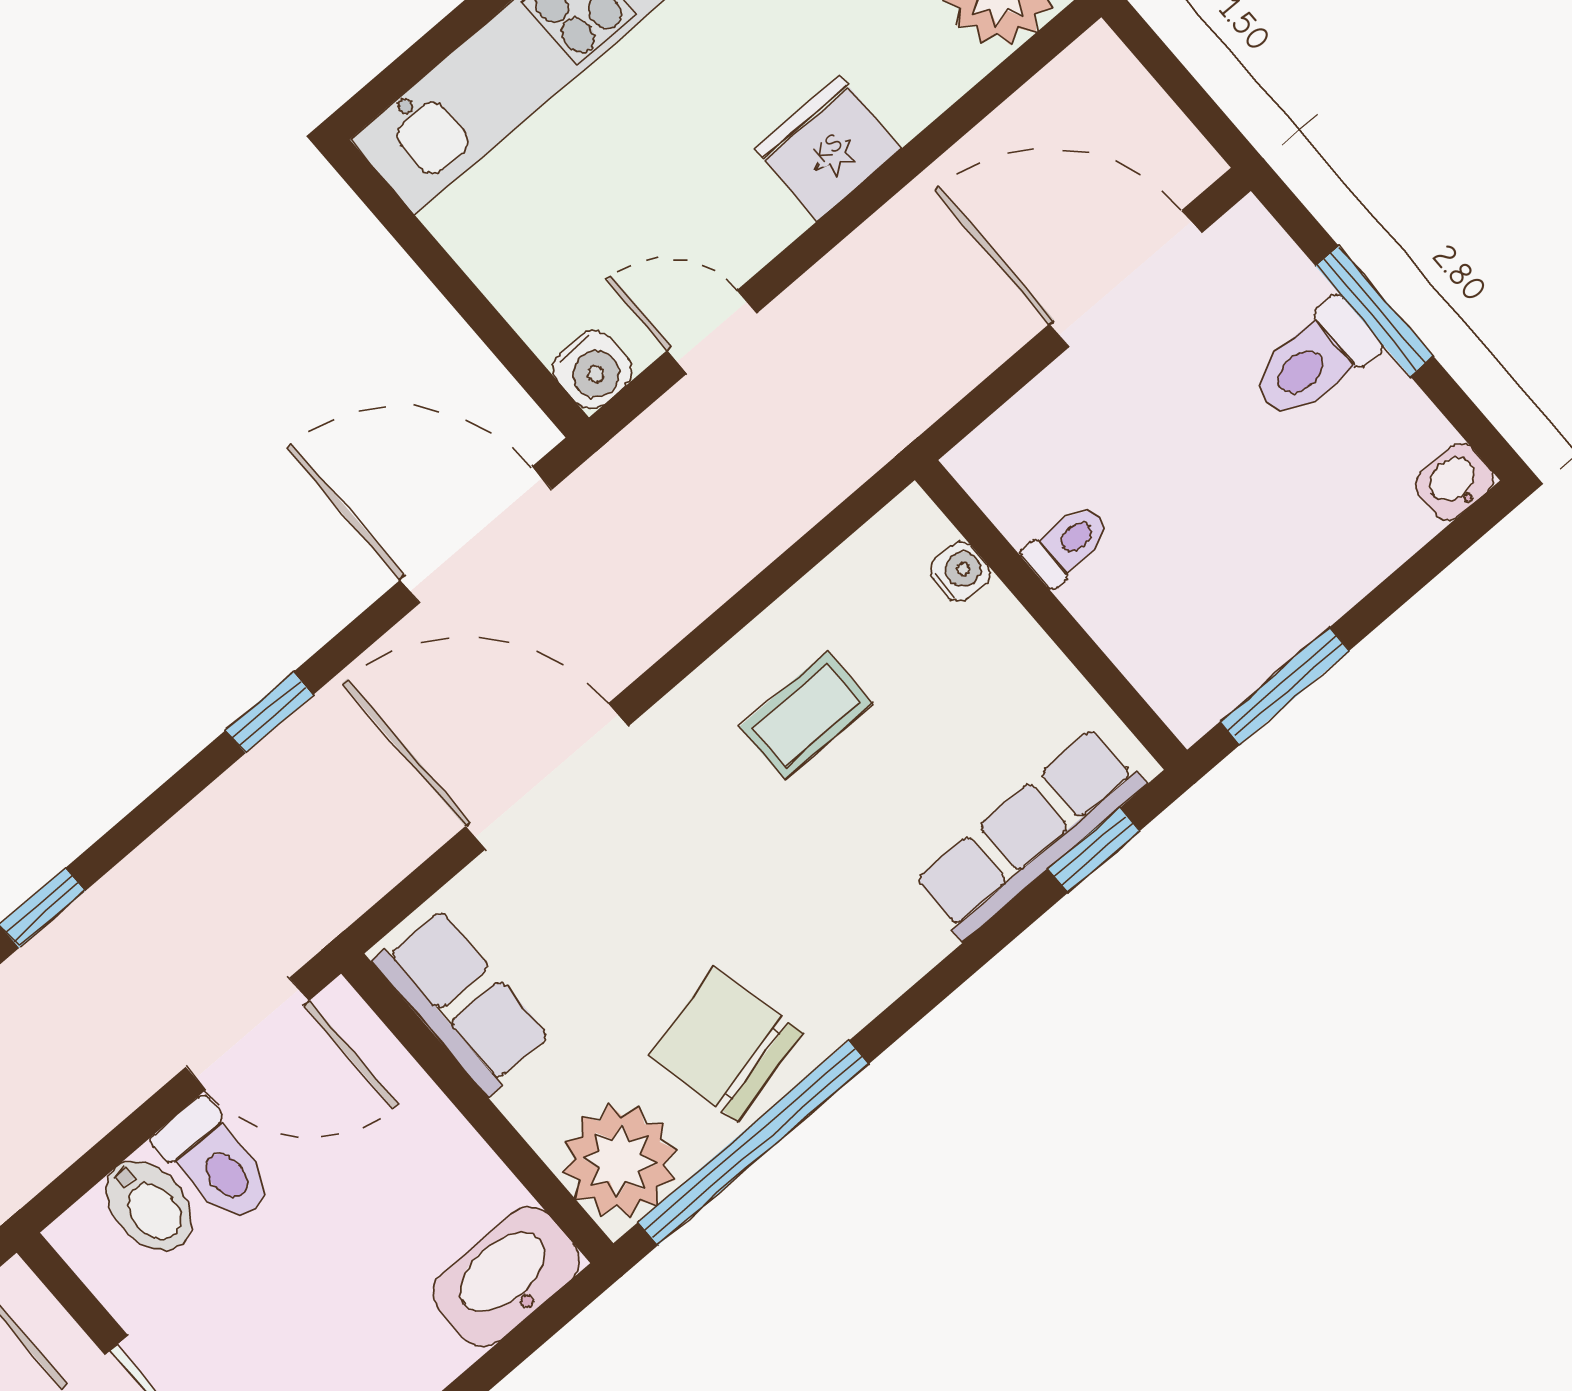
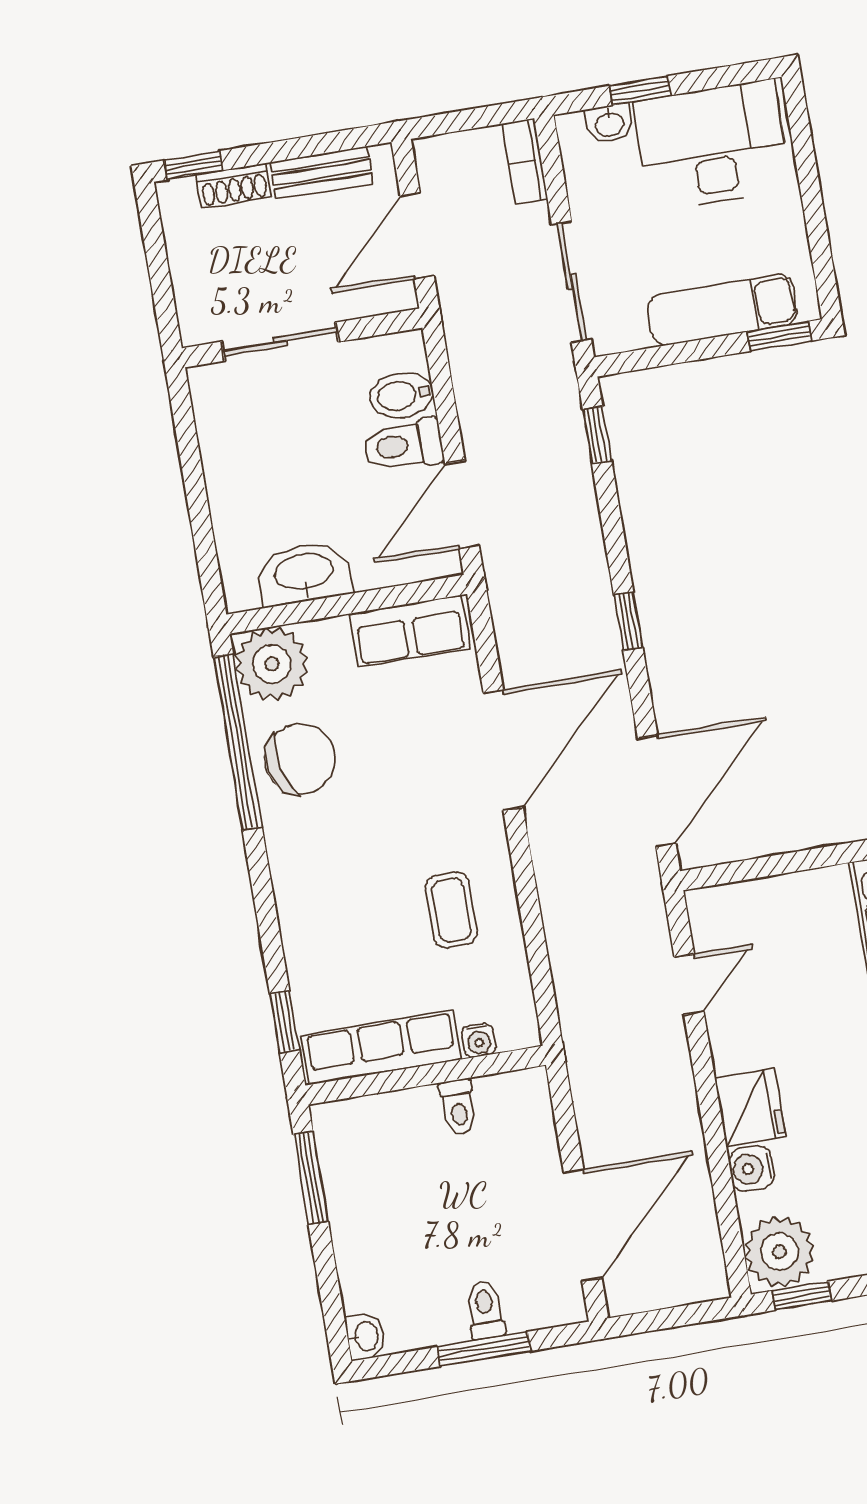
toilet: (1314, 361) -> (485, 1310), width x0.73, depth x0.72
water cooler: (592, 370) -> (751, 1169), moved
row of seats: (1029, 833) -> (381, 1047), moved, turned -90
washbasin: (506, 1277) -> (304, 573), moved, turned -90

